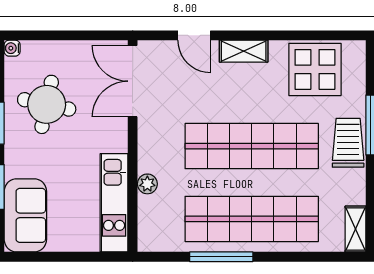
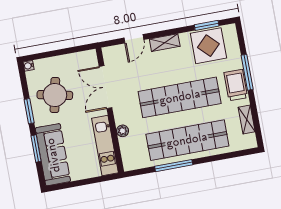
door: (194, 35) -> (134, 39), hinge flipped
window: (318, 35) -> (207, 25), added
double door: (133, 81) -> (106, 87), moved
sofa: (25, 215) -> (53, 155), width x1.36
shelving: (356, 229) -> (247, 119), moved

